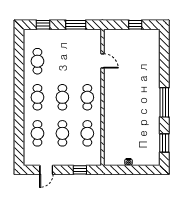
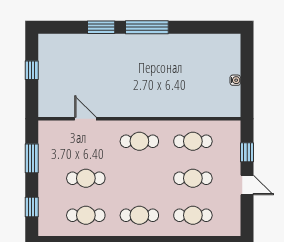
door: (102, 61) -> (85, 119), hinge flipped
cafe table: (62, 97) -> (86, 178), moved
window: (164, 143) -> (101, 27), moved
door: (46, 170) -> (247, 185), moved

